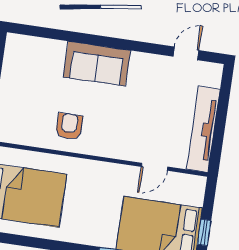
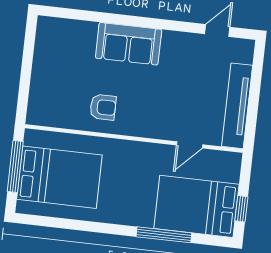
armchair: (69, 126) -> (103, 107), turned 90

